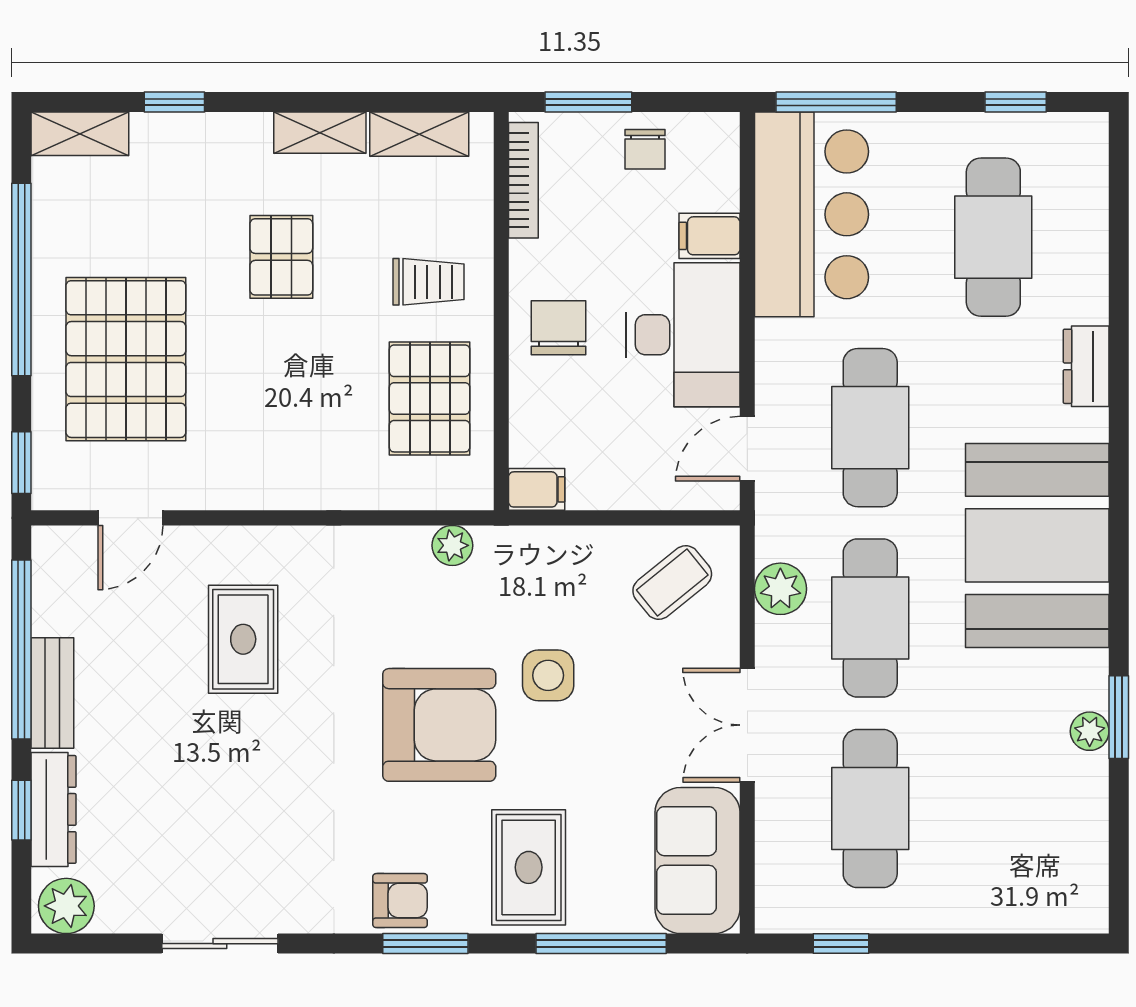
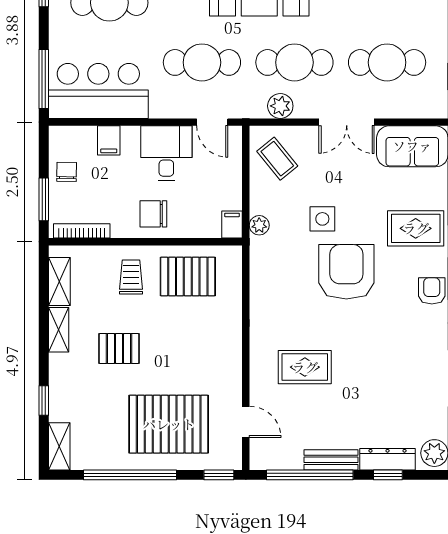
chair: (645, 149) -> (67, 172), turned -89
desk: (683, 335) -> (166, 153), width x0.73
plant: (452, 545) -> (259, 225), moved

